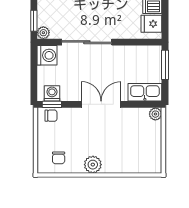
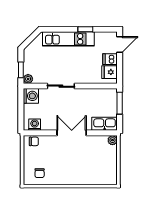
sliding door: (87, 42) -> (61, 86), width x0.73
window: (52, 104) -> (35, 133), removed
plant: (93, 165) -> (65, 178), removed

